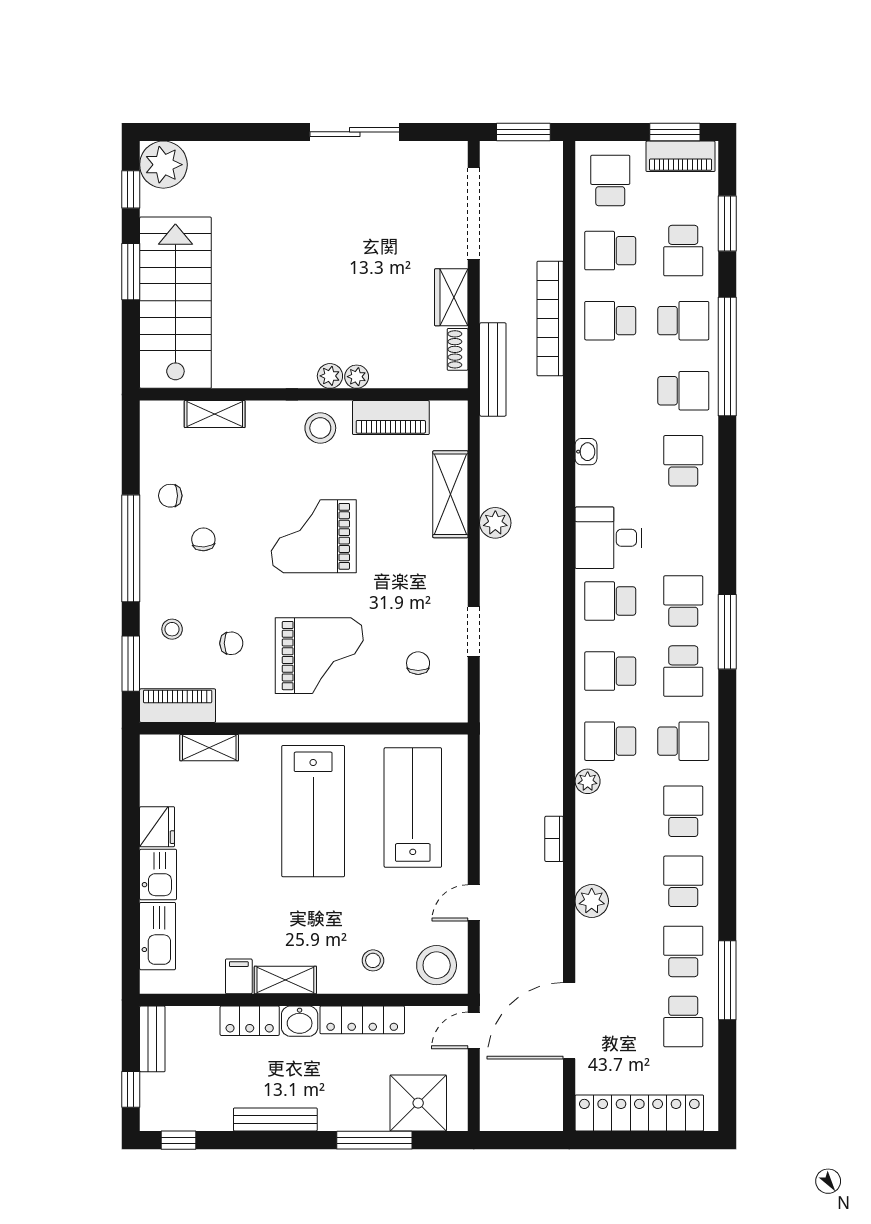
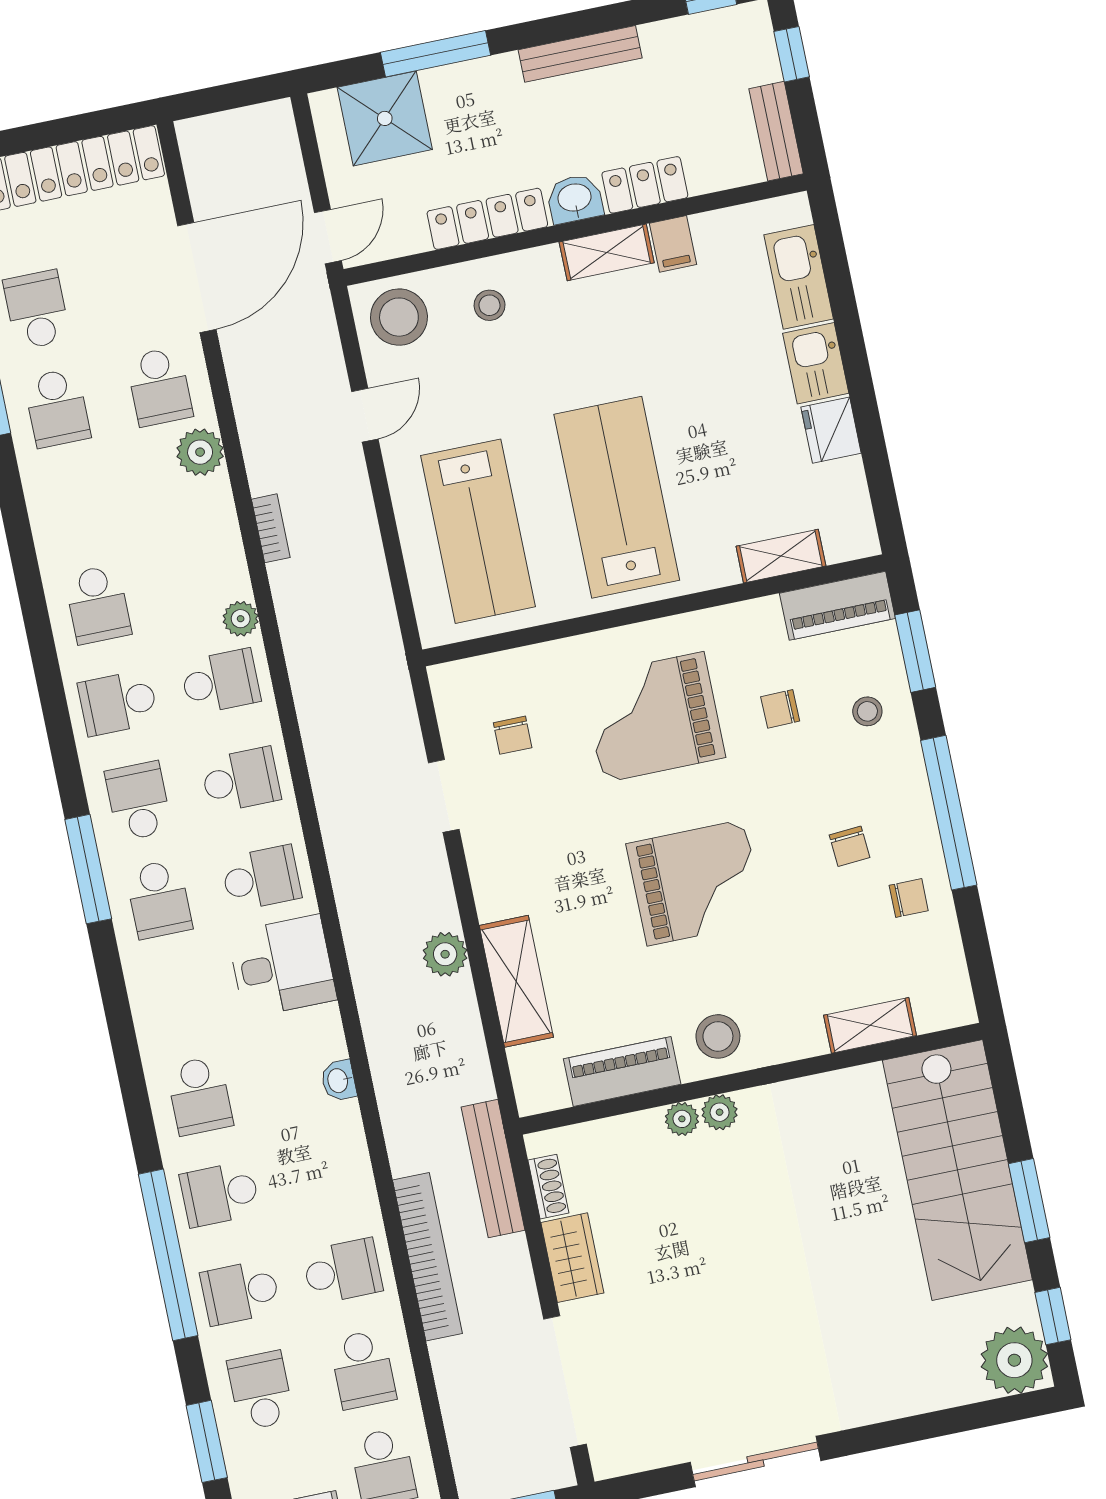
school desk: (610, 251) -> (363, 1369), turned 90
school desk: (683, 881) -> (159, 387), moved

